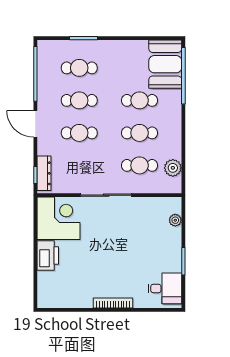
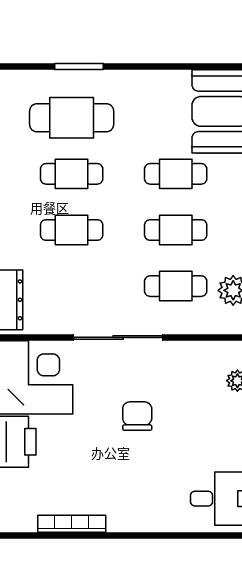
cafe table: (79, 68) -> (72, 118), width x1.37, depth x1.35
chair: (117, 241) -> (137, 416), added
bookcase: (113, 303) -> (72, 524), moved

